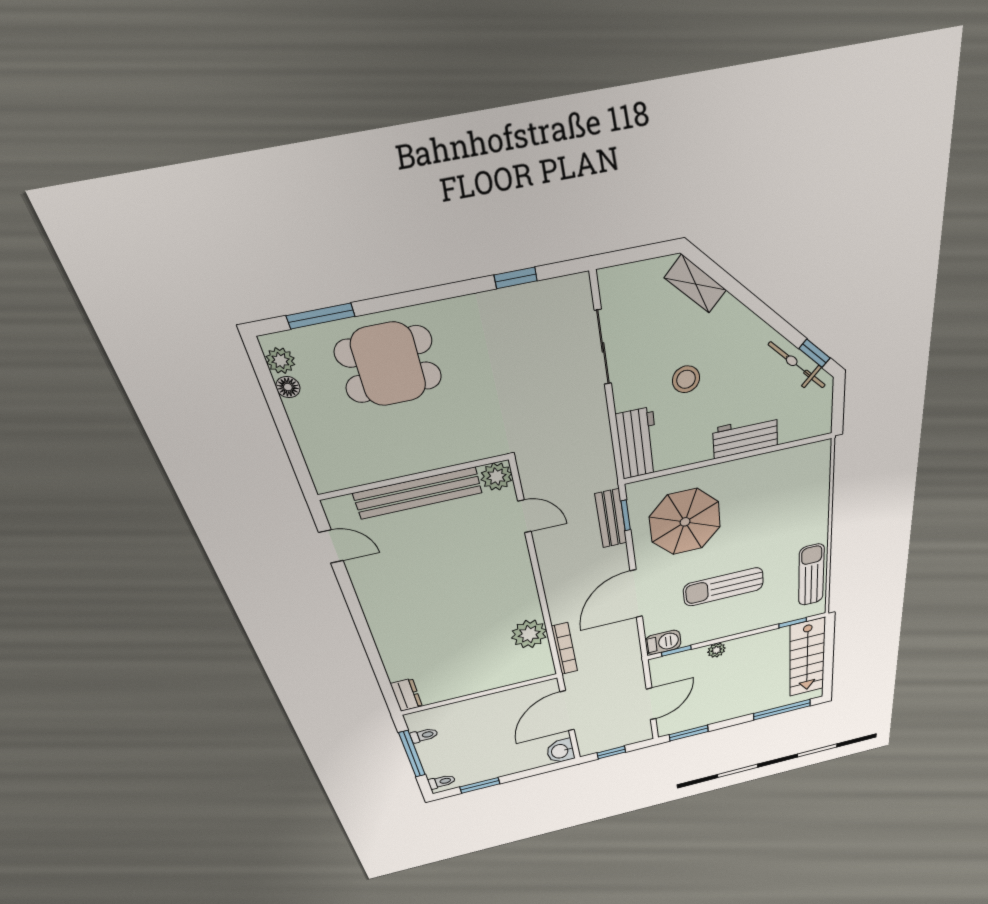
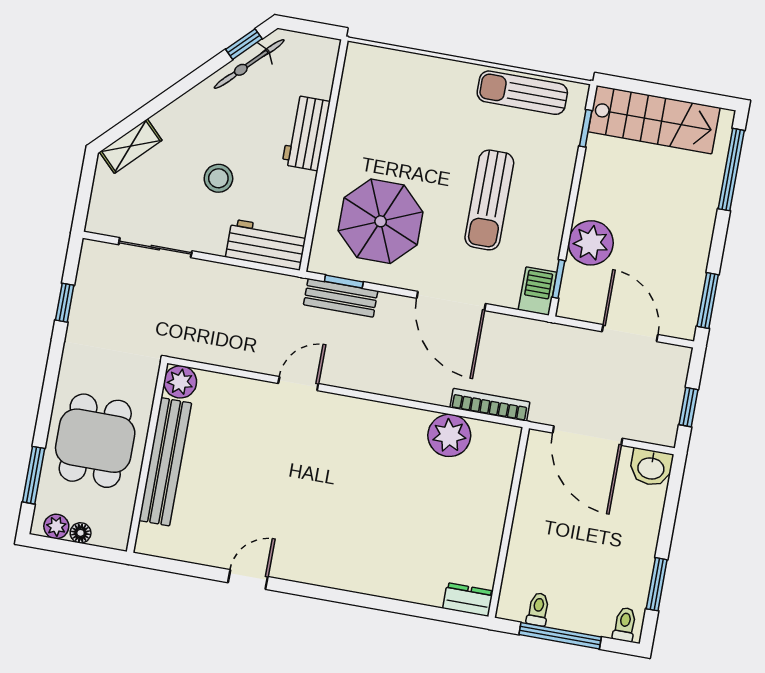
wall: (414, 477) -> (147, 457), moved
plant: (497, 477) -> (180, 382), moved
bench: (418, 493) -> (165, 462), moved
plant: (716, 650) -> (591, 243), width x1.88, depth x1.88

